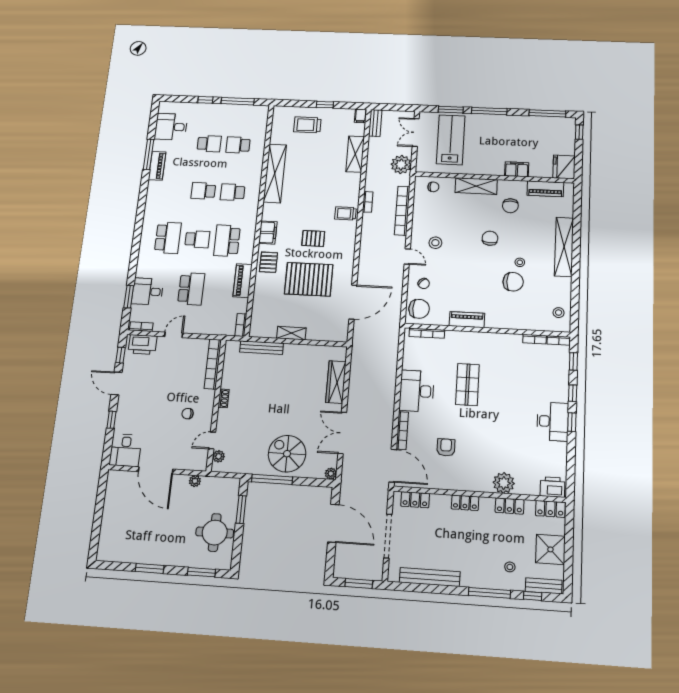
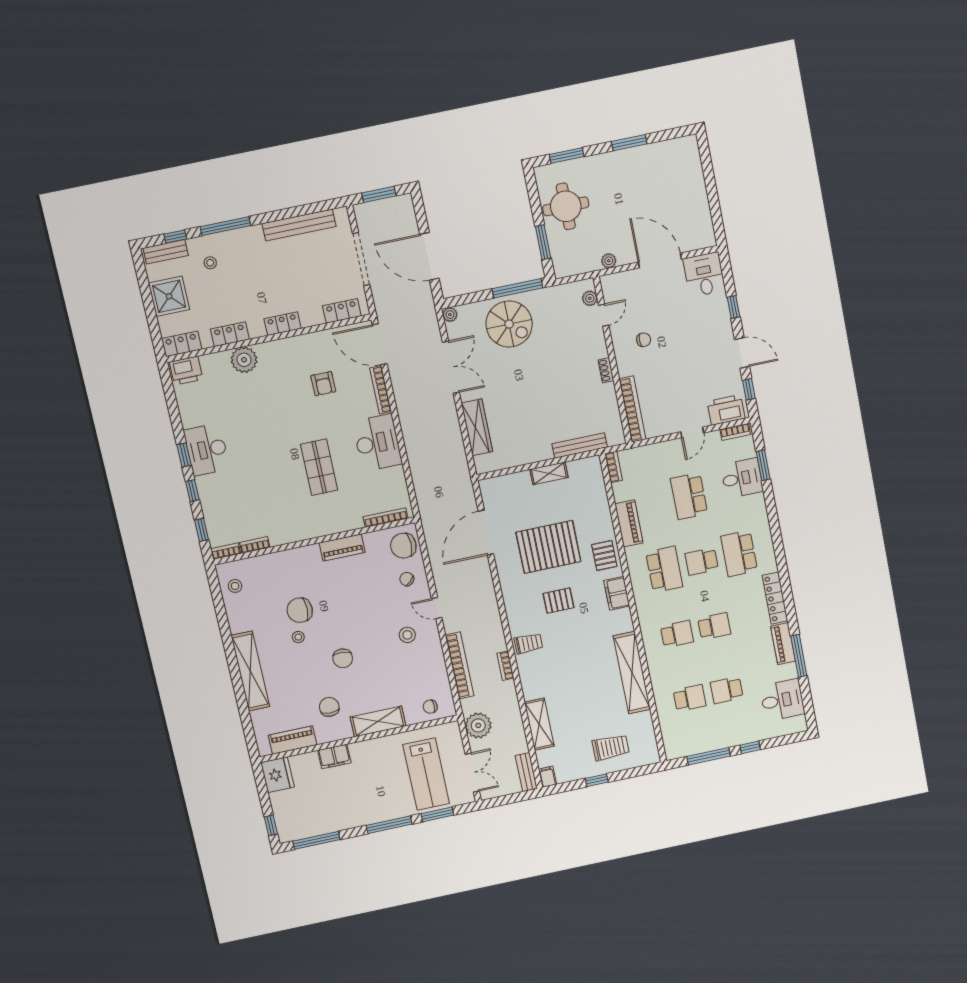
locker: (152, 199) -> (775, 598), added

